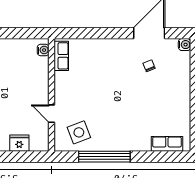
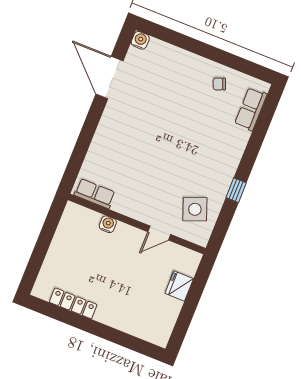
water cooler: (43, 50) -> (108, 224), moved
chair: (149, 66) -> (219, 84), moved
window: (104, 157) -> (236, 190), width x0.32

